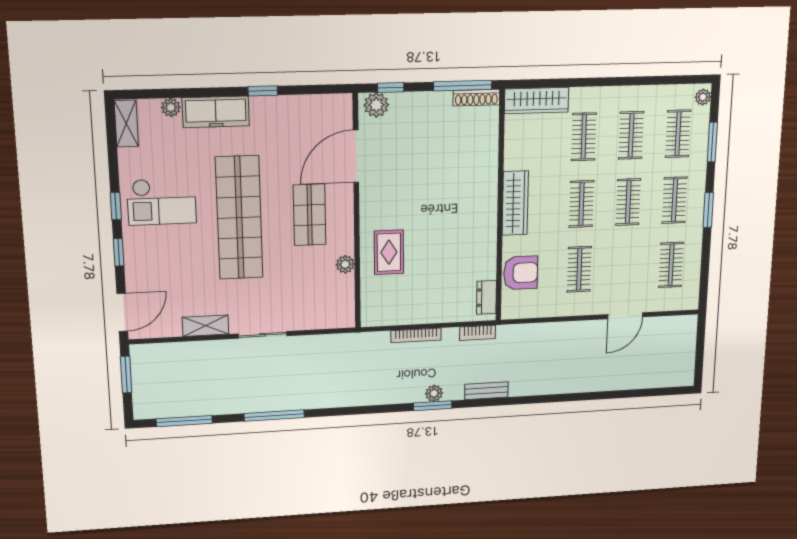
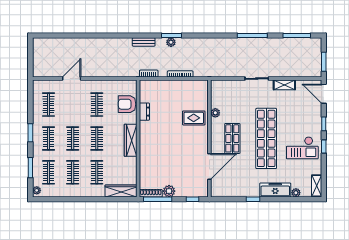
plant: (376, 105) -> (169, 191), moved
checkout: (162, 202) -> (302, 148), turned 180
rug: (389, 252) -> (194, 118), turned 90
dresser: (486, 297) -> (144, 112), moved
door: (122, 312) -> (324, 94), hinge flipped

